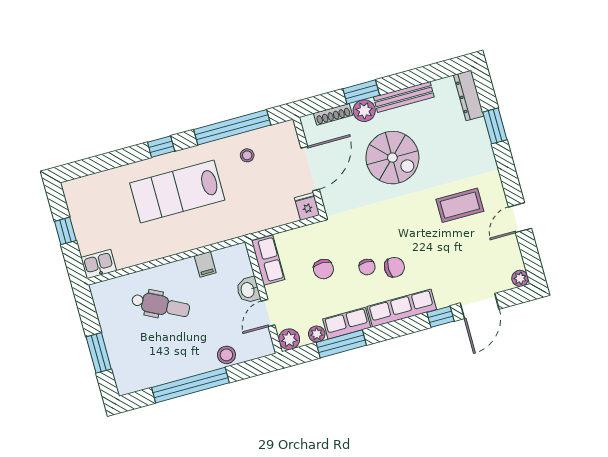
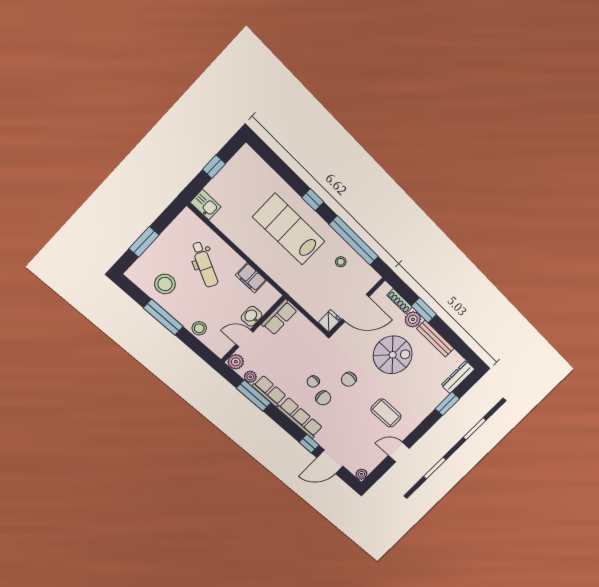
spiral stairs: (392, 158) -> (393, 355), turned -90
filing cabinet: (205, 264) -> (251, 278), width x2.00
chair: (323, 269) -> (349, 379), moved
stool: (156, 360) -> (165, 284), added
window: (190, 385) -> (163, 317), width x0.68

